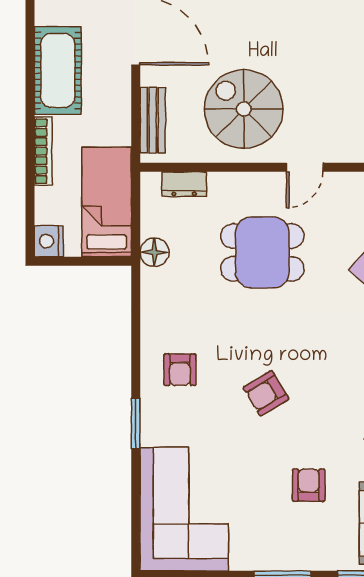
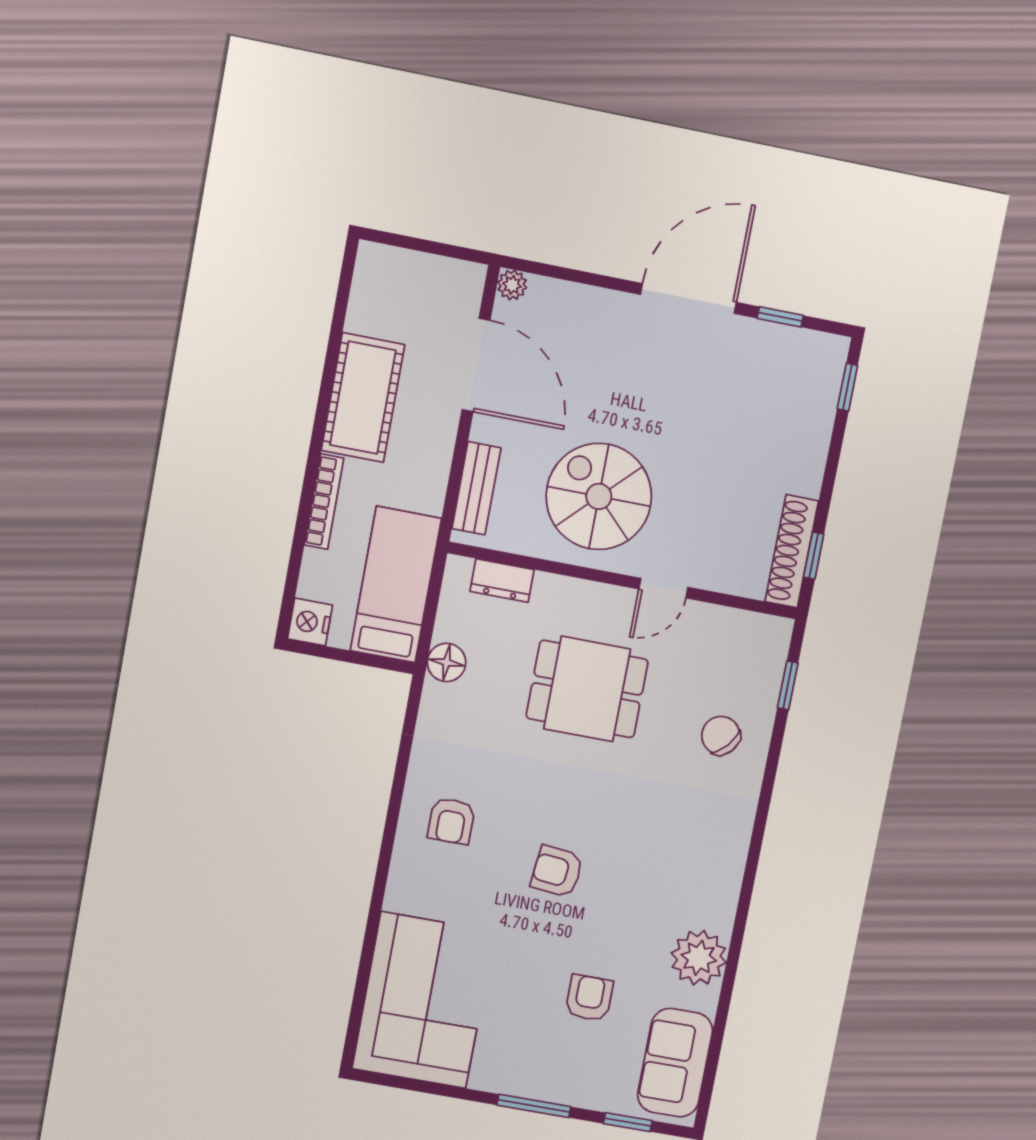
armchair: (266, 393) -> (557, 871), turned 37
window: (136, 423) -> (381, 880), removed

